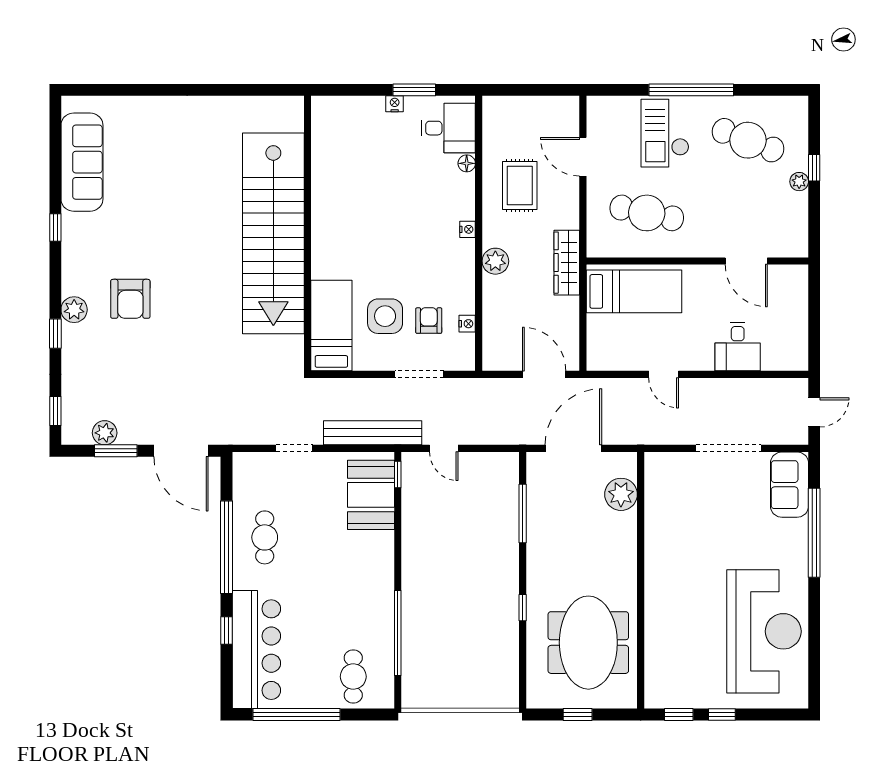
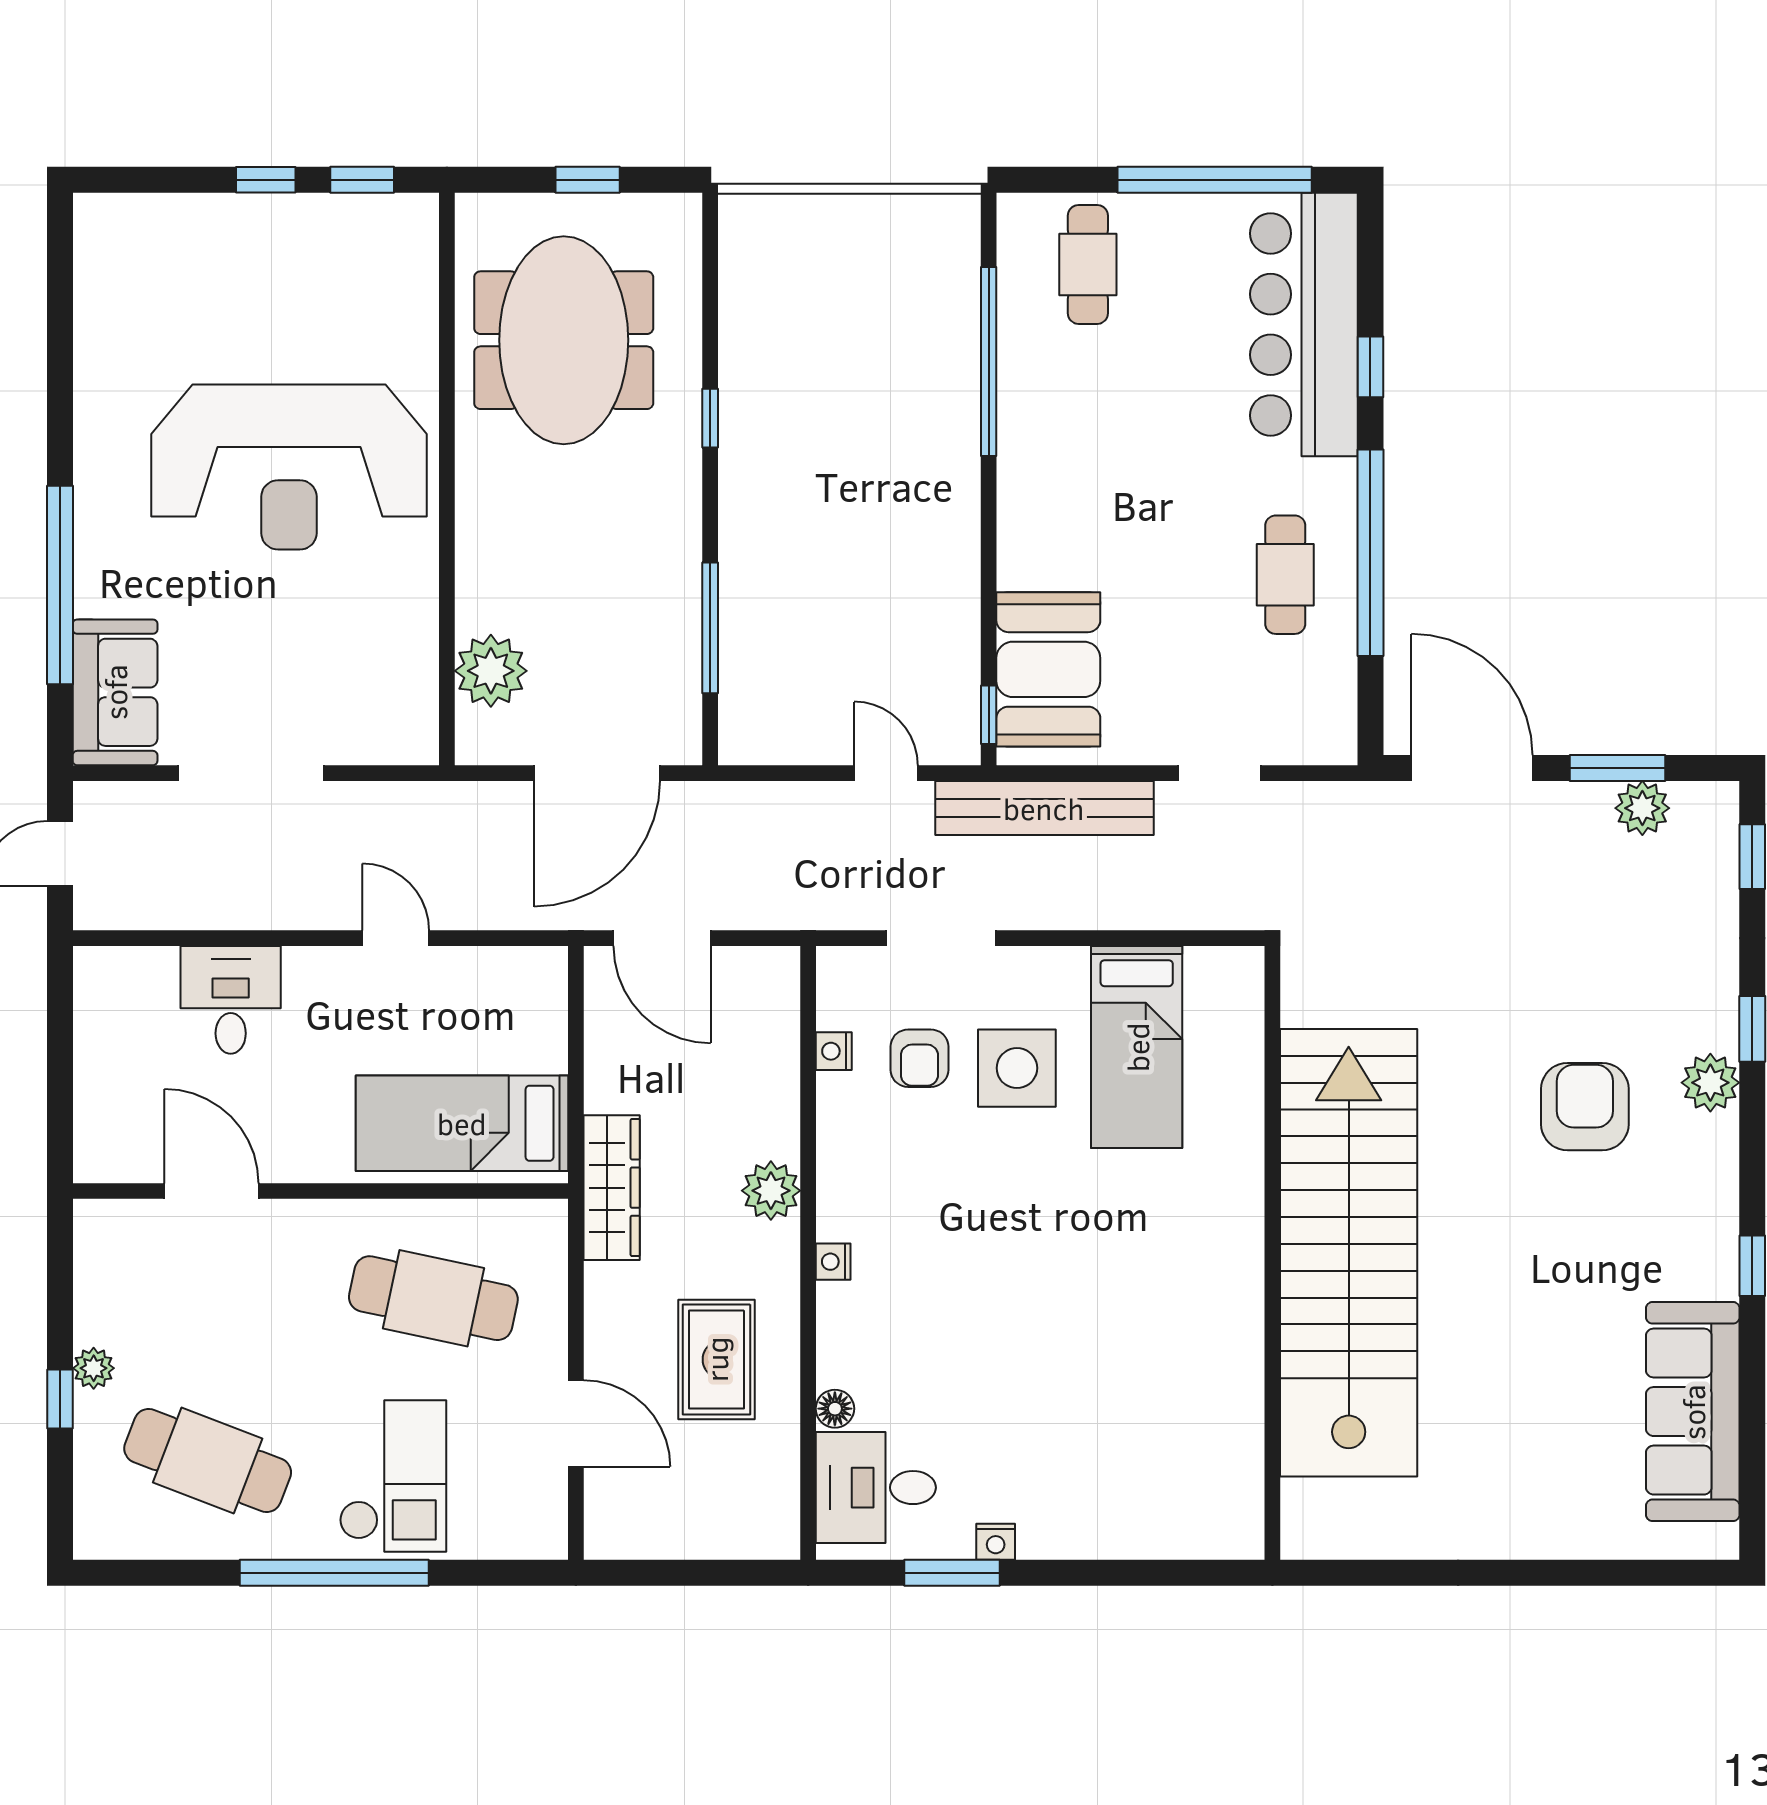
stairs: (273, 233) -> (1349, 1253), moved
wall: (307, 233) -> (1272, 1253), moved
reception desk: (764, 631) -> (289, 467), moved, turned -90

